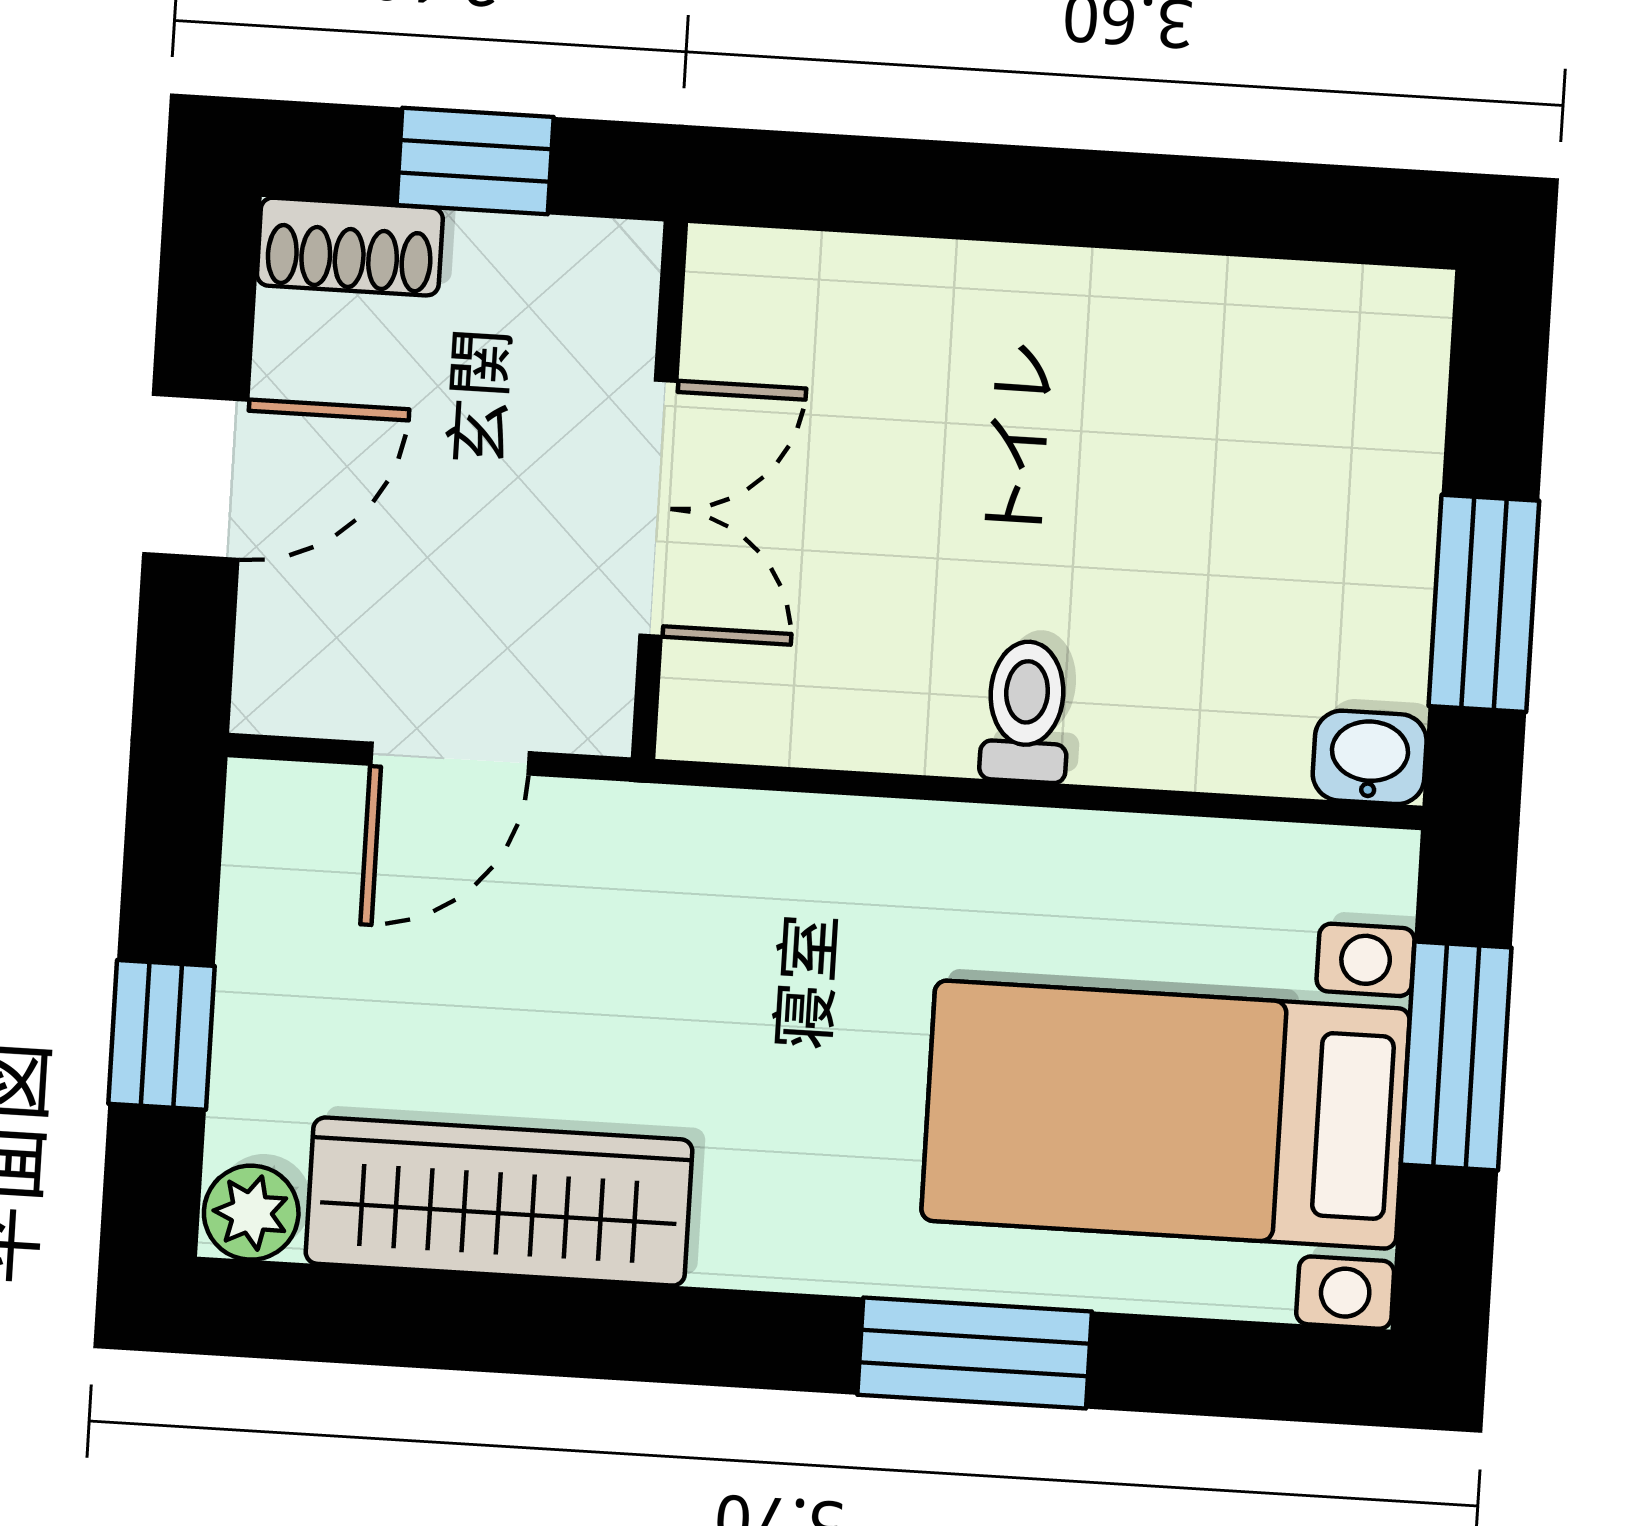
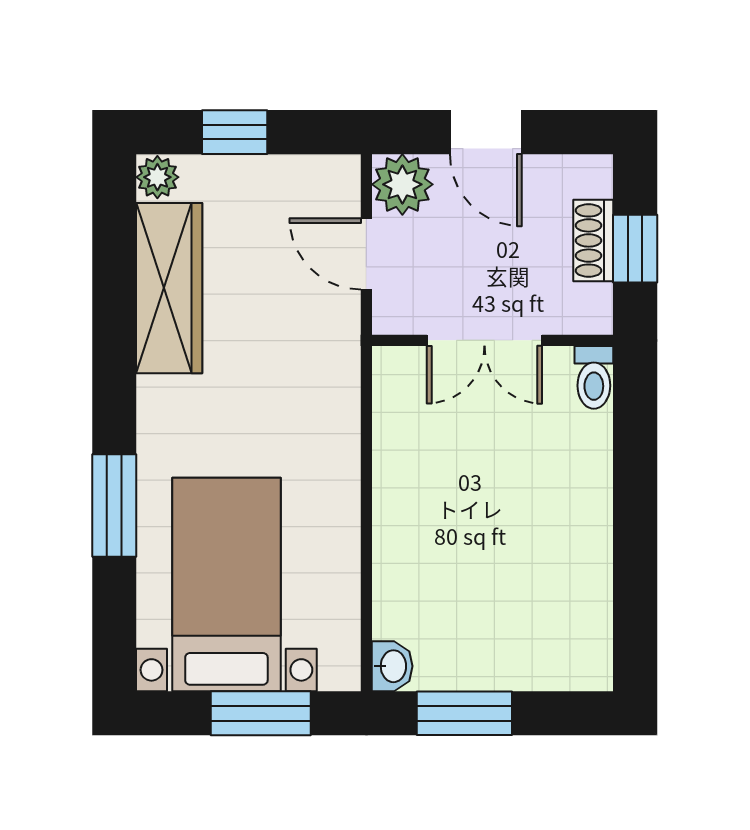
shoe rack: (350, 247) -> (593, 240), moved
plant: (301, 669) -> (402, 184), added
toilet: (1026, 711) -> (594, 377), moved, turned 90

